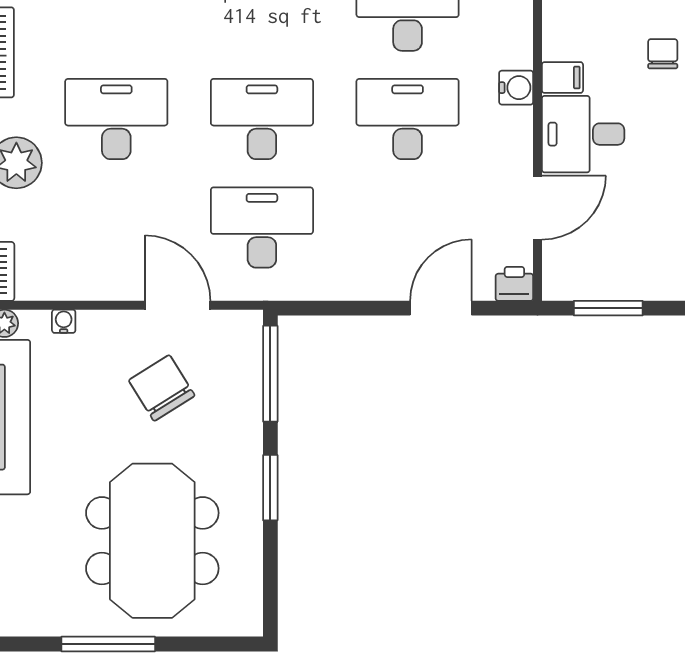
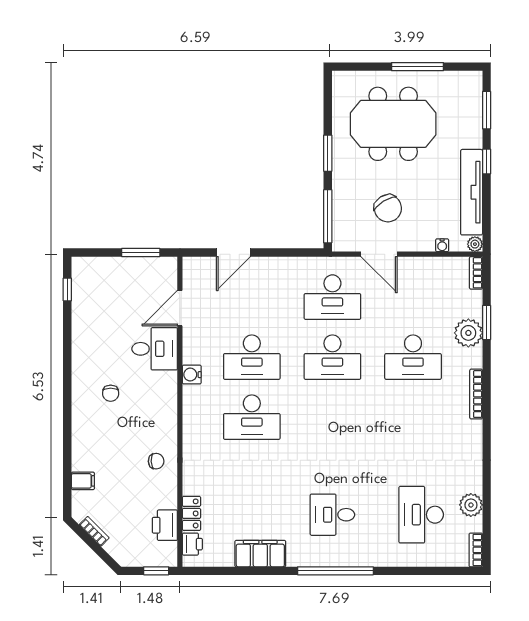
filing cabinet: (562, 78) -> (166, 380), removed
printer: (514, 284) -> (193, 266), removed
meeting table: (152, 541) -> (393, 124), turned 90

